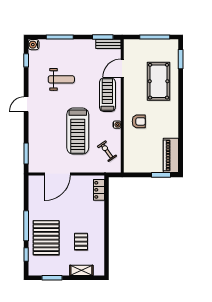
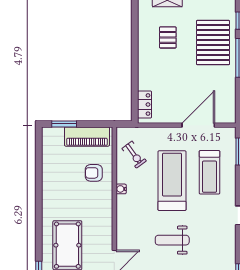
weight bench: (61, 79) -> (172, 240), moved
treadmill: (107, 95) -> (209, 172), moved
armchair: (139, 121) -> (94, 173), moved
piano: (171, 155) -> (87, 137), moved, turned 90

